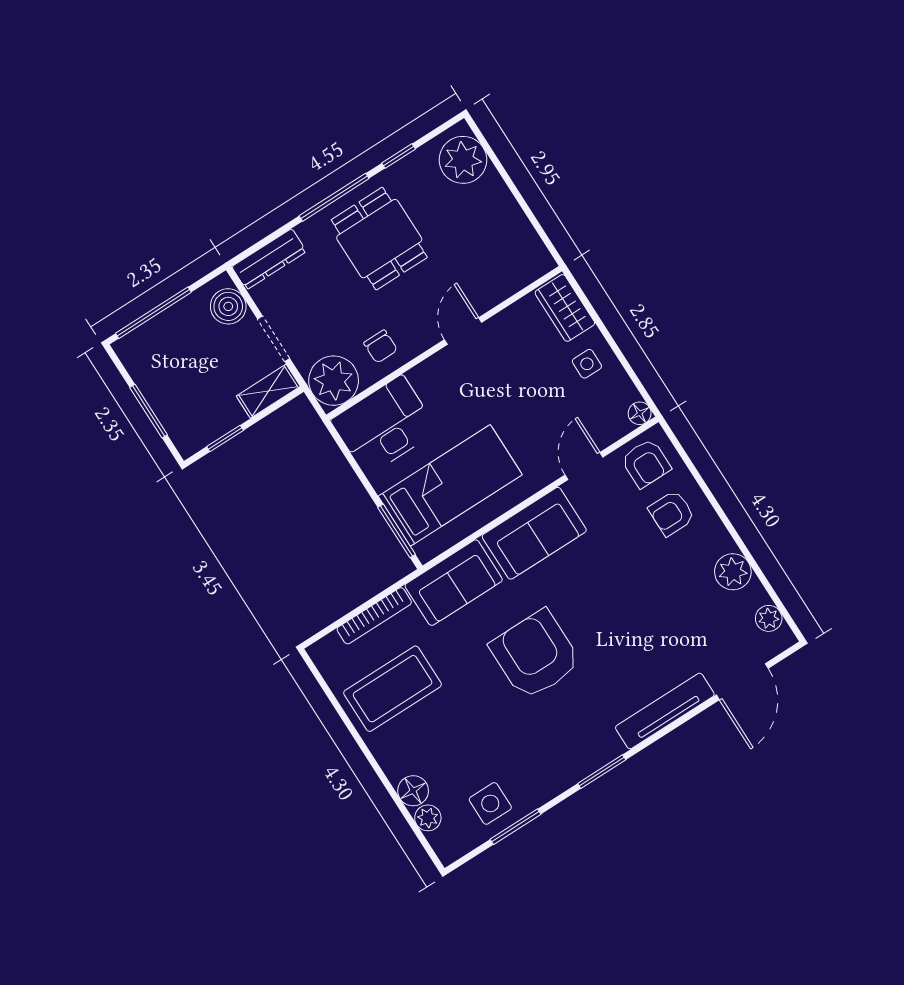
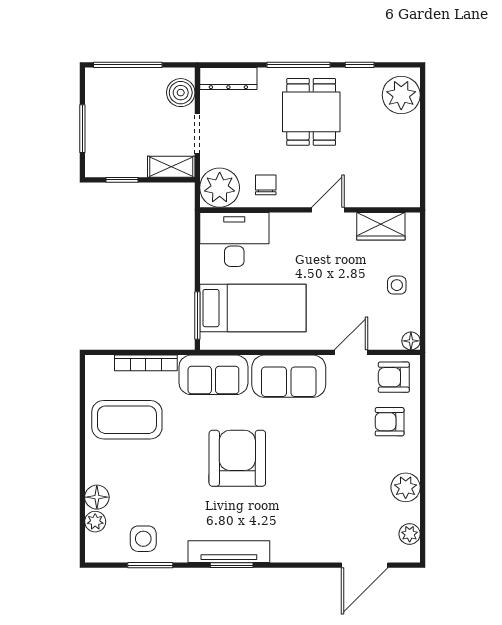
wardrobe: (565, 308) -> (381, 226), moved, turned -90
chair: (381, 347) -> (266, 185), turned 180
armchair: (646, 463) -> (394, 377), turned 90
tv unit: (665, 711) -> (229, 552), moved

